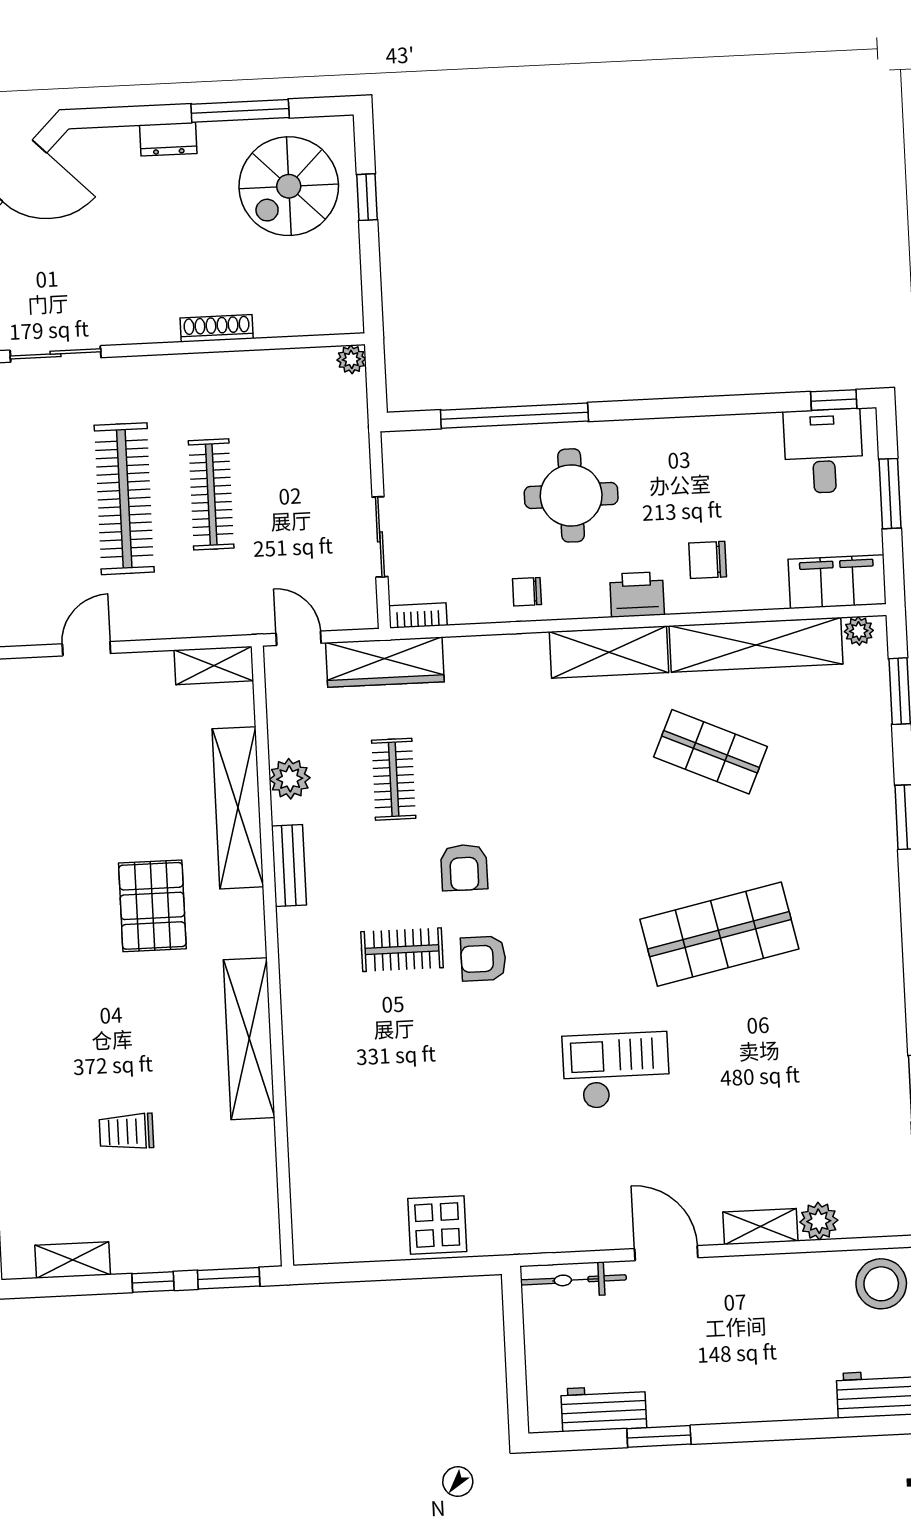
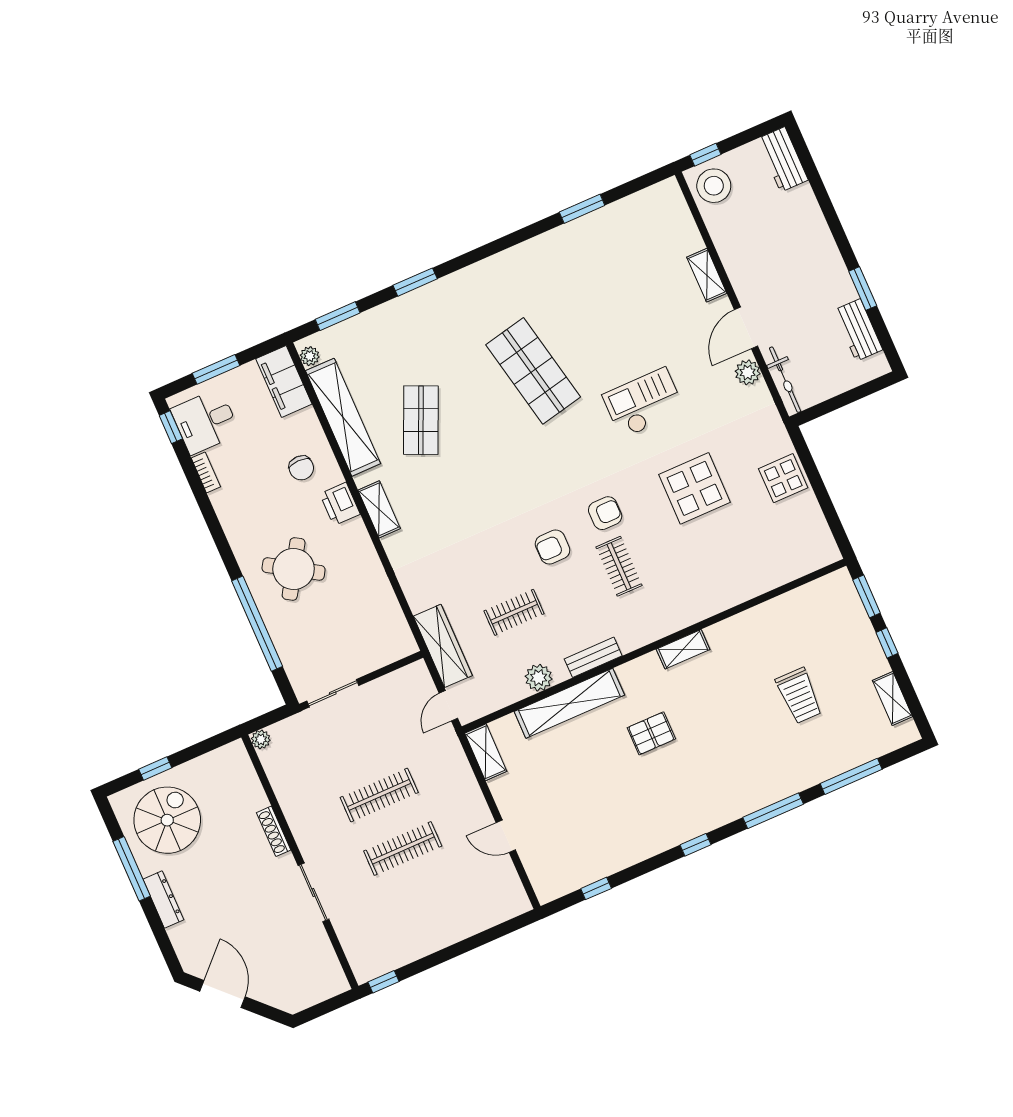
dresser: (168, 139) -> (163, 899), width x1.44
spiral stairs: (289, 186) -> (167, 820), turned -90
sliding door: (56, 354) -> (313, 892), moved
round table: (571, 495) -> (294, 569), turned 32
clothes rail: (124, 499) -> (403, 849), width x0.73, depth x0.76
sliding door: (380, 537) -> (333, 693), moved
chair: (527, 592) -> (365, 574), removed
bookcase: (418, 616) -> (206, 472), moved, turned 180
shelving: (609, 652) -> (379, 509), width x0.67, depth x0.75
armchair: (464, 867) -> (553, 547), turned 180
pallet: (152, 906) -> (651, 733), width x0.67, depth x0.71
armchair: (483, 959) -> (605, 513), turned -90
shelving: (249, 1039) -> (683, 649), width x0.45, depth x0.75
checkout: (616, 1070) -> (643, 403), turned 90
display table: (470, 1096) -> (694, 488), added
trolley: (126, 1132) -> (799, 696), width x1.36, depth x1.39
plant: (819, 1221) -> (748, 372), moved

